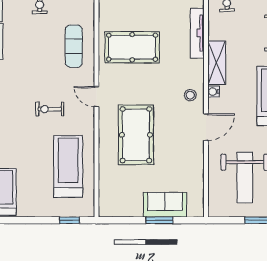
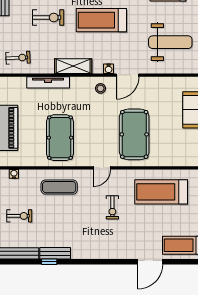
water cooler: (213, 92) -> (109, 69), moved
door: (206, 127) -> (128, 75), swing flipped
pool table: (136, 135) -> (134, 134), turned 90

